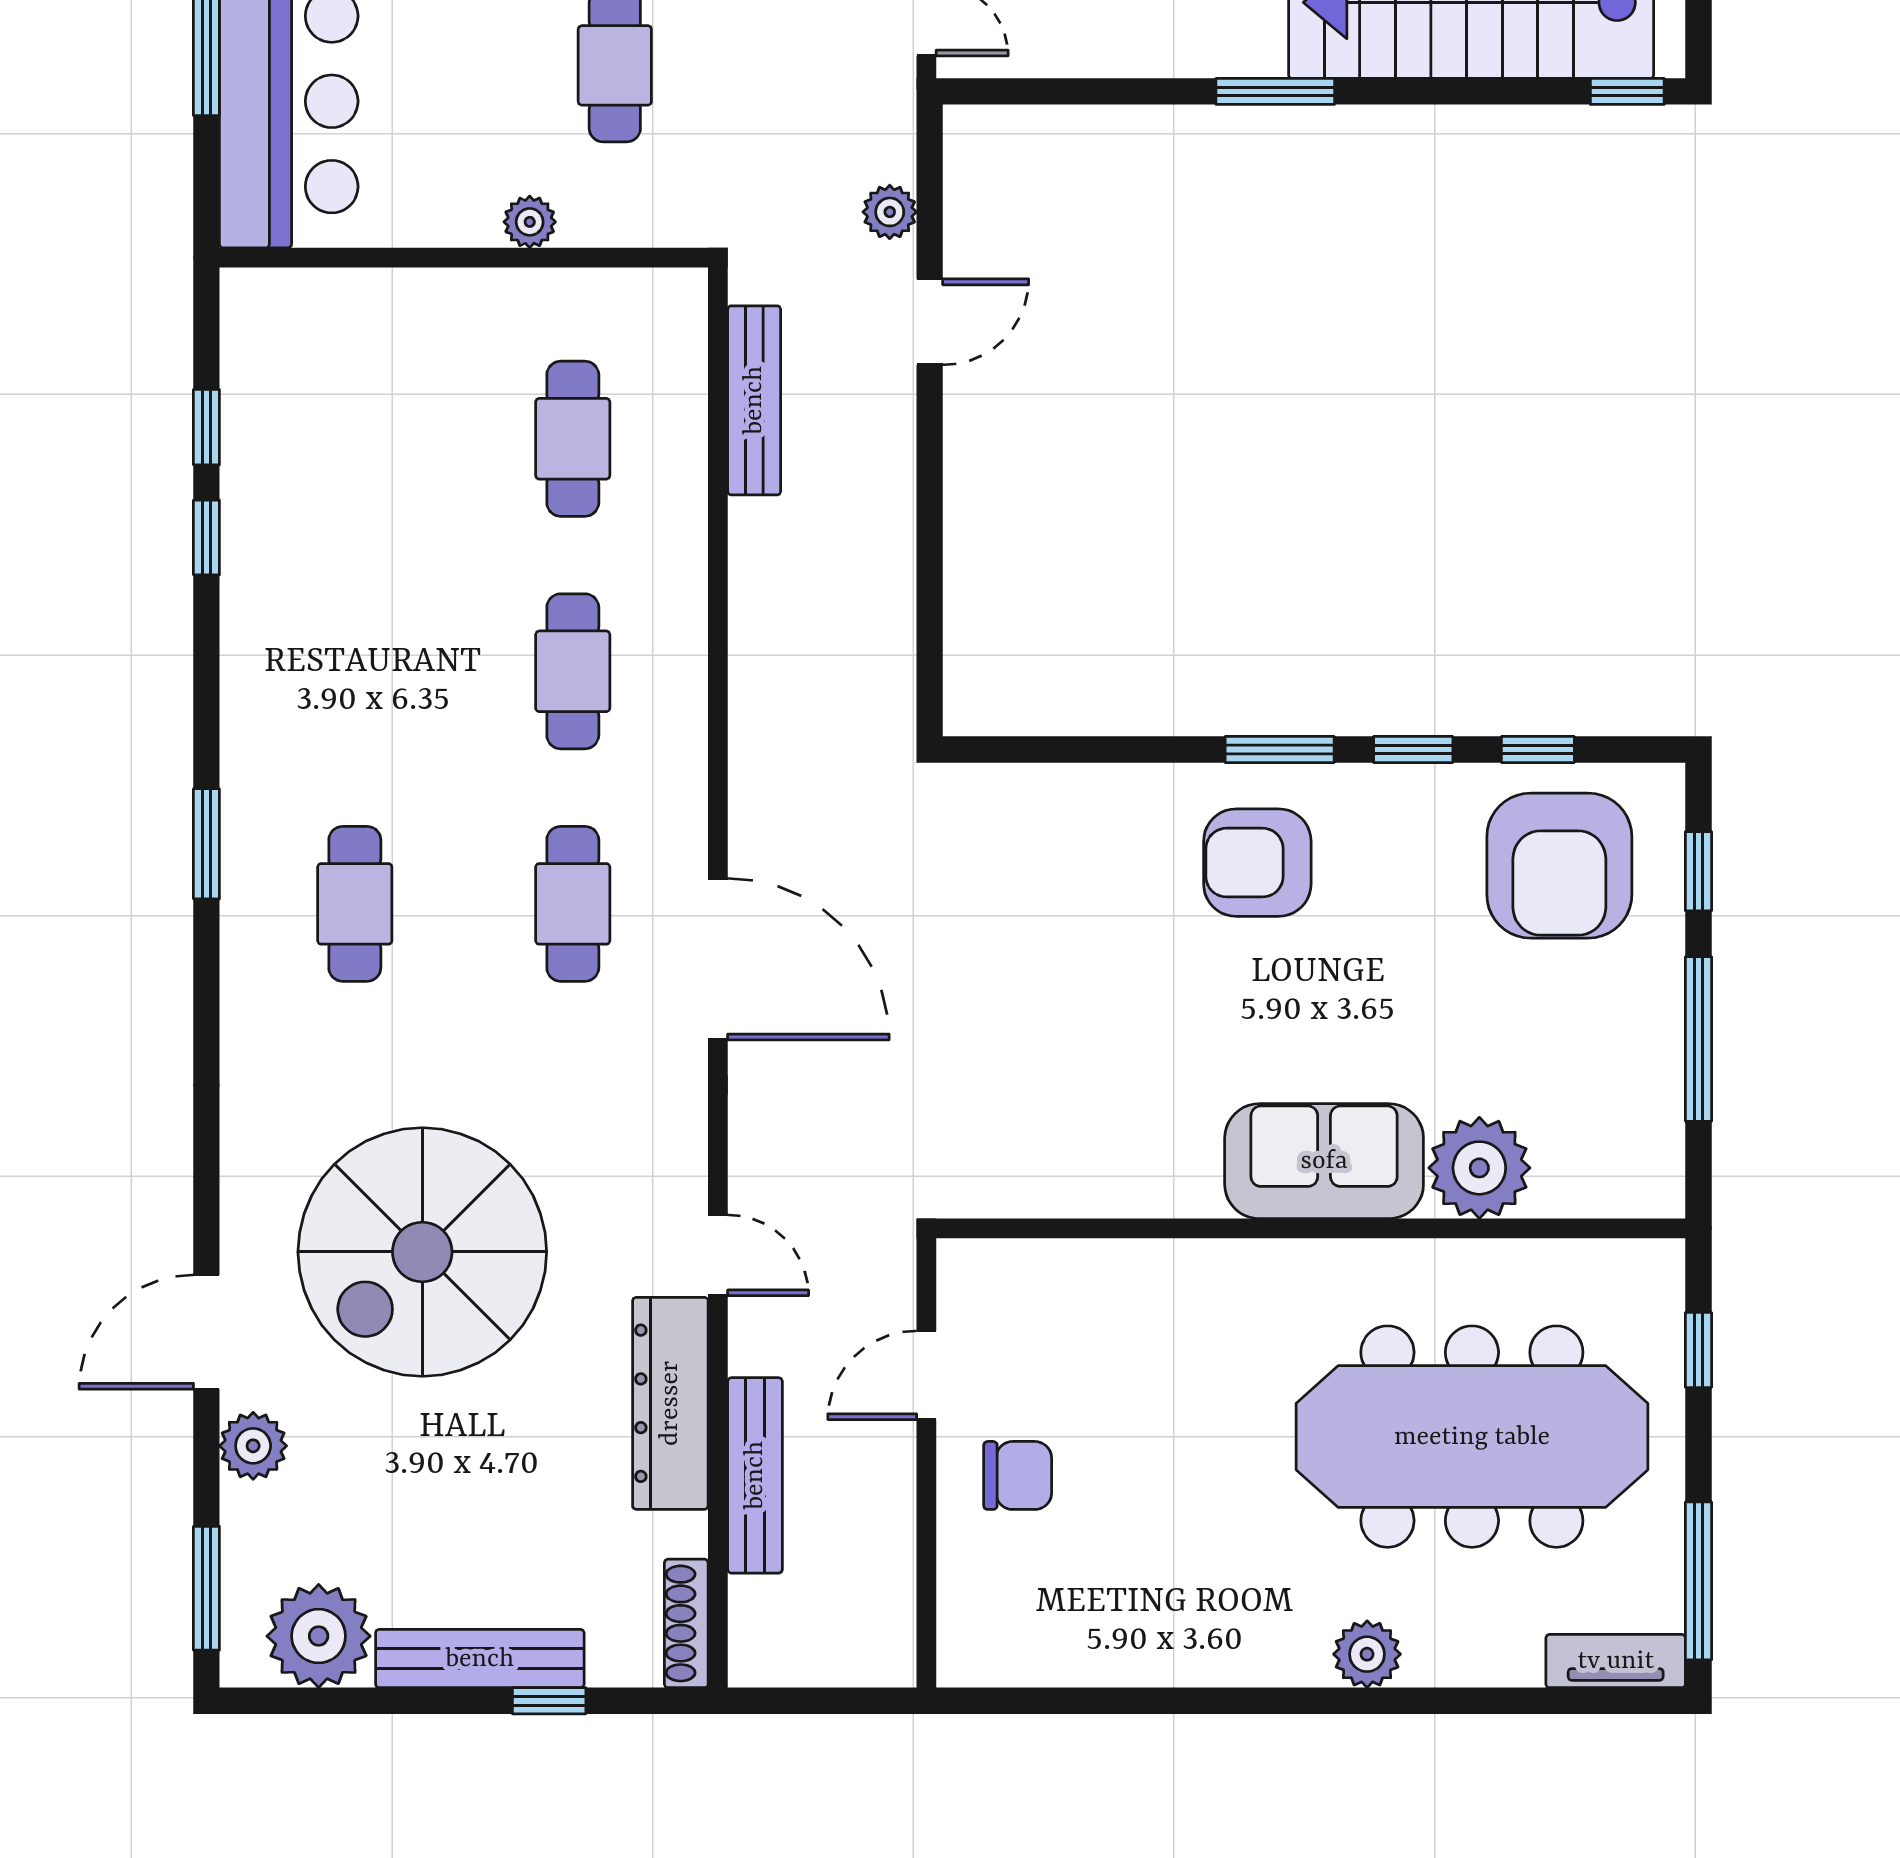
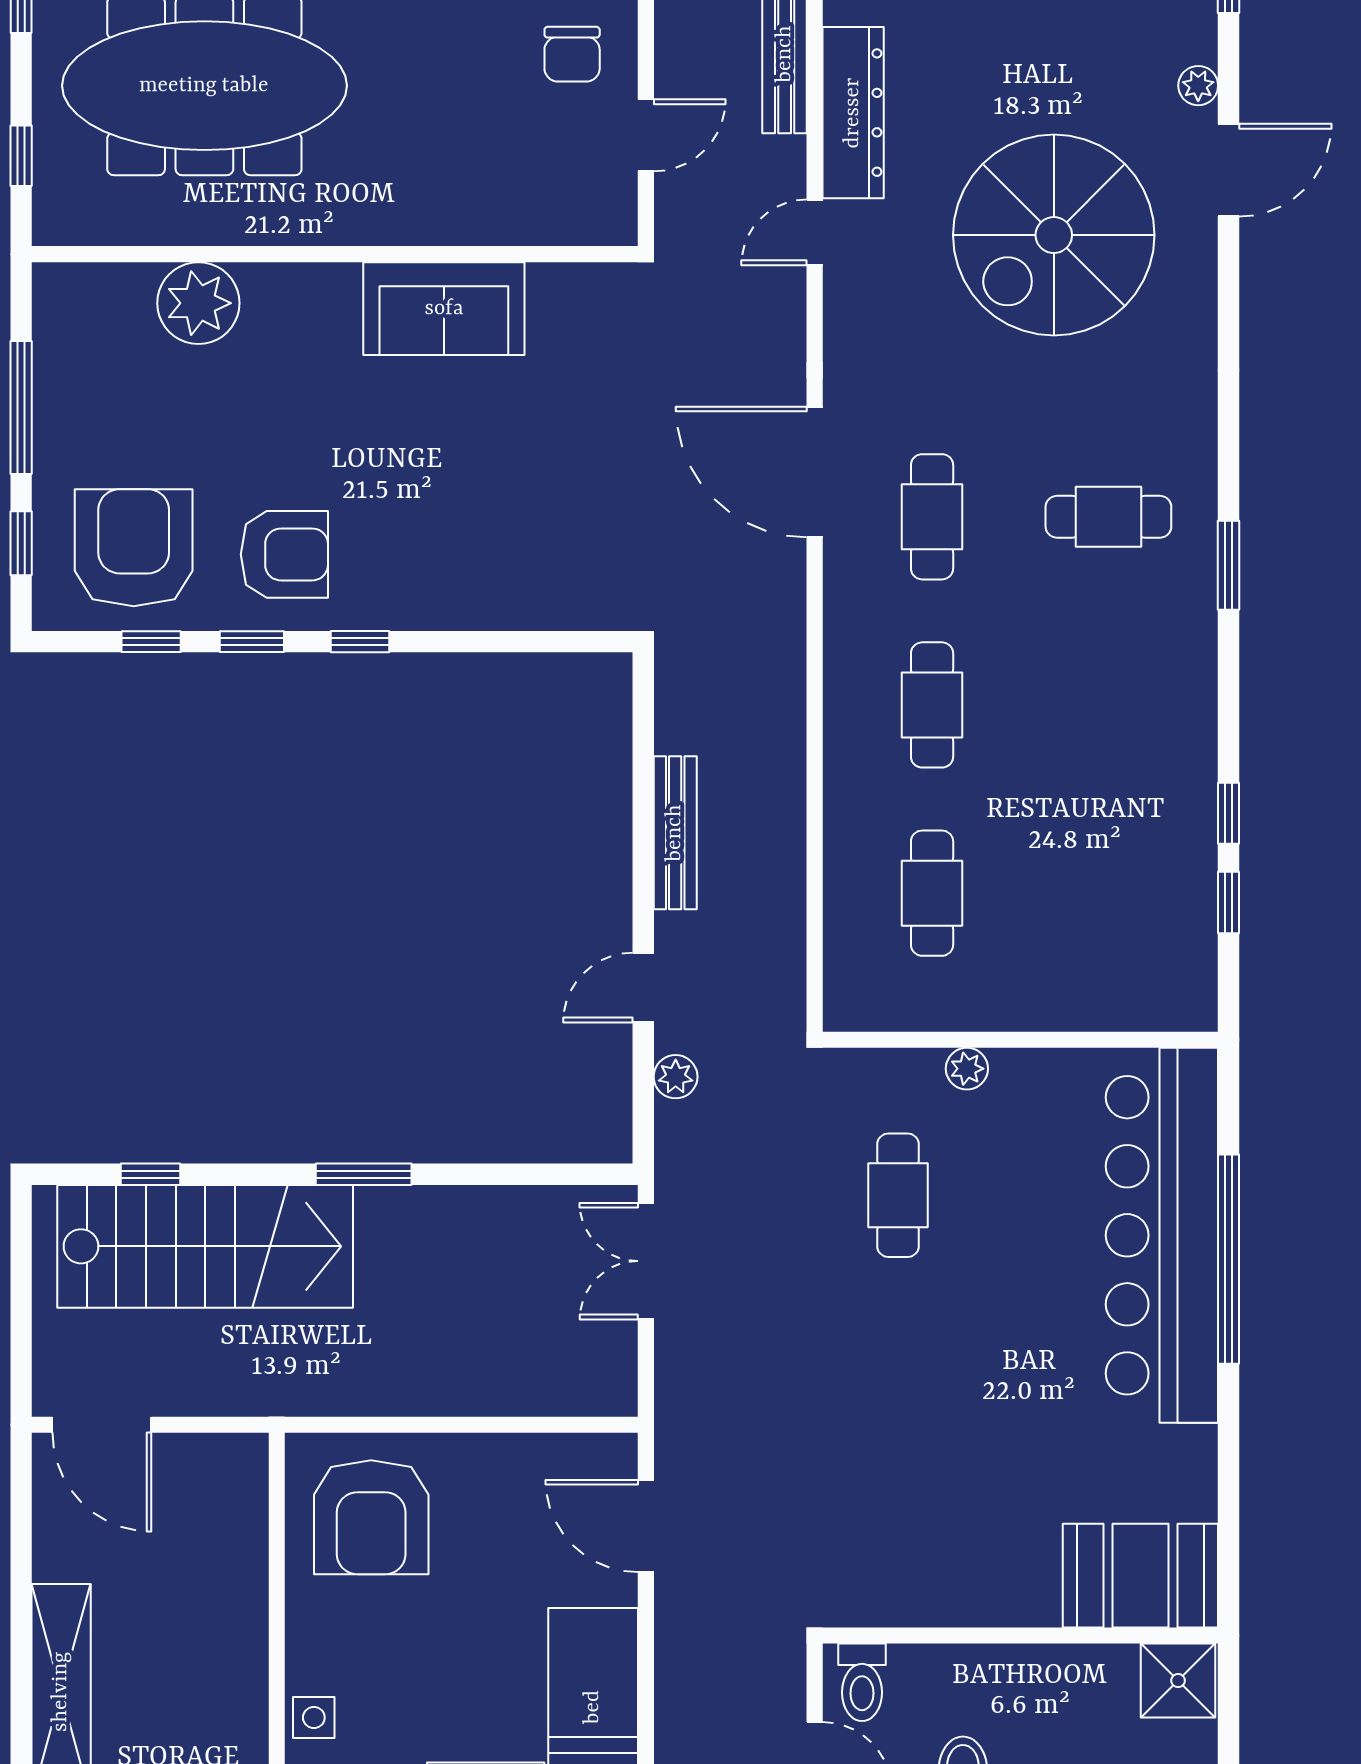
window: (1627, 91) -> (151, 1174), moved
bench: (754, 400) -> (675, 833), moved
window: (1280, 749) -> (360, 642), width x0.67
armchair: (1257, 863) -> (284, 554), moved
cafe table: (355, 904) -> (1108, 517), turned 90
sofa: (1324, 1161) -> (444, 309), moved
spiral stairs: (422, 1252) -> (1054, 235), turned 180
door: (718, 1255) -> (815, 232), hinge flipped
plant: (253, 1446) -> (1198, 86), width x0.73, depth x0.73
chair: (1018, 1475) -> (572, 54), turned -90

